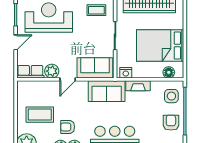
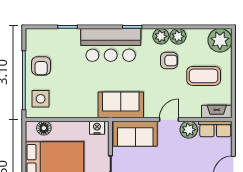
fireplace: (138, 86) -> (217, 112), moved

